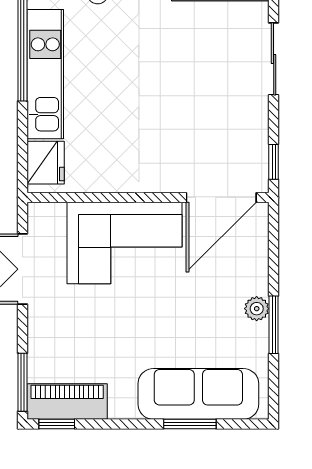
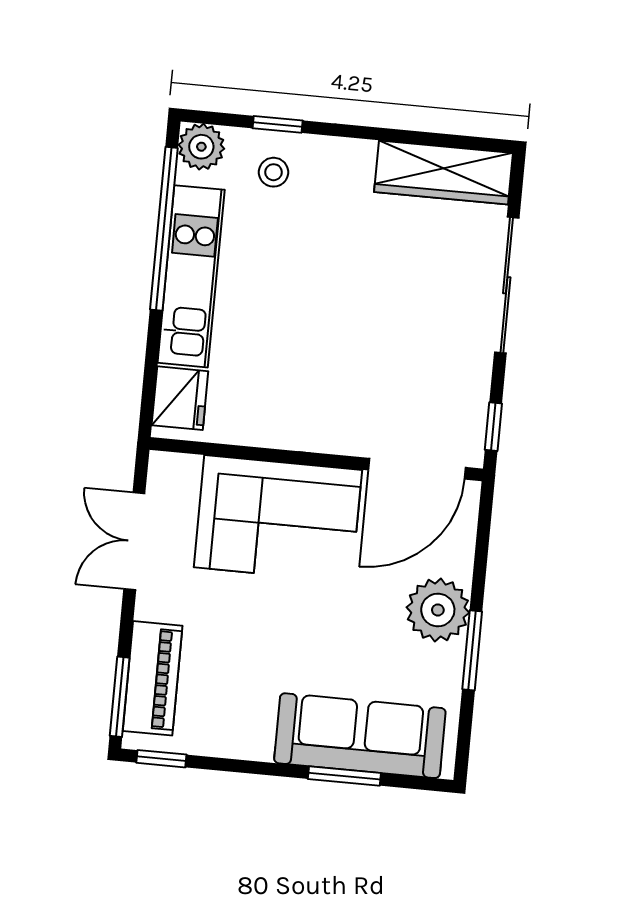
sliding door: (274, 59) -> (507, 285), width x1.37
plant: (257, 309) -> (438, 610), width x1.88, depth x1.88
piano: (67, 402) -> (153, 678), moved, turned 90

